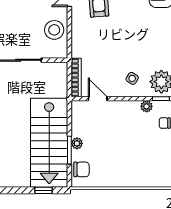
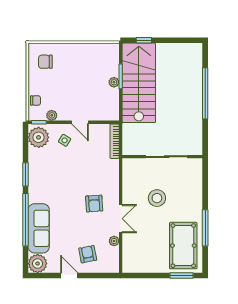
stool: (54, 30) -> (157, 198), moved
door: (98, 99) -> (80, 122), moved
chair: (81, 169) -> (45, 62), moved

